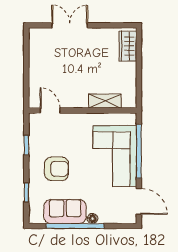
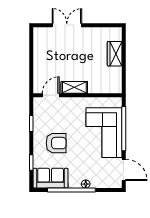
wardrobe: (128, 46) -> (115, 54), moved
shelving: (105, 101) -> (74, 87), moved
door: (50, 110) -> (51, 95), hinge flipped
sofa: (65, 211) -> (51, 178), moved

